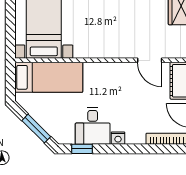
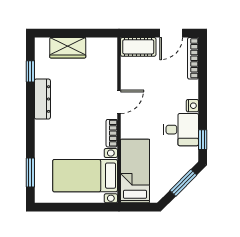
bookcase: (89, 53) -> (112, 133), added
door: (150, 60) -> (119, 102), moved

